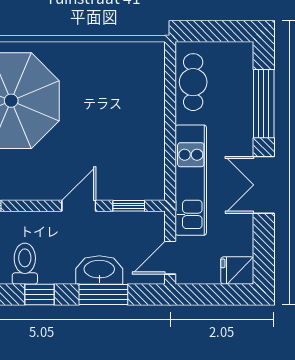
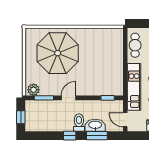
door: (79, 206) -> (69, 98), moved
door: (170, 258) -> (125, 120), hinge flipped
toilet: (25, 264) -> (79, 122), moved

